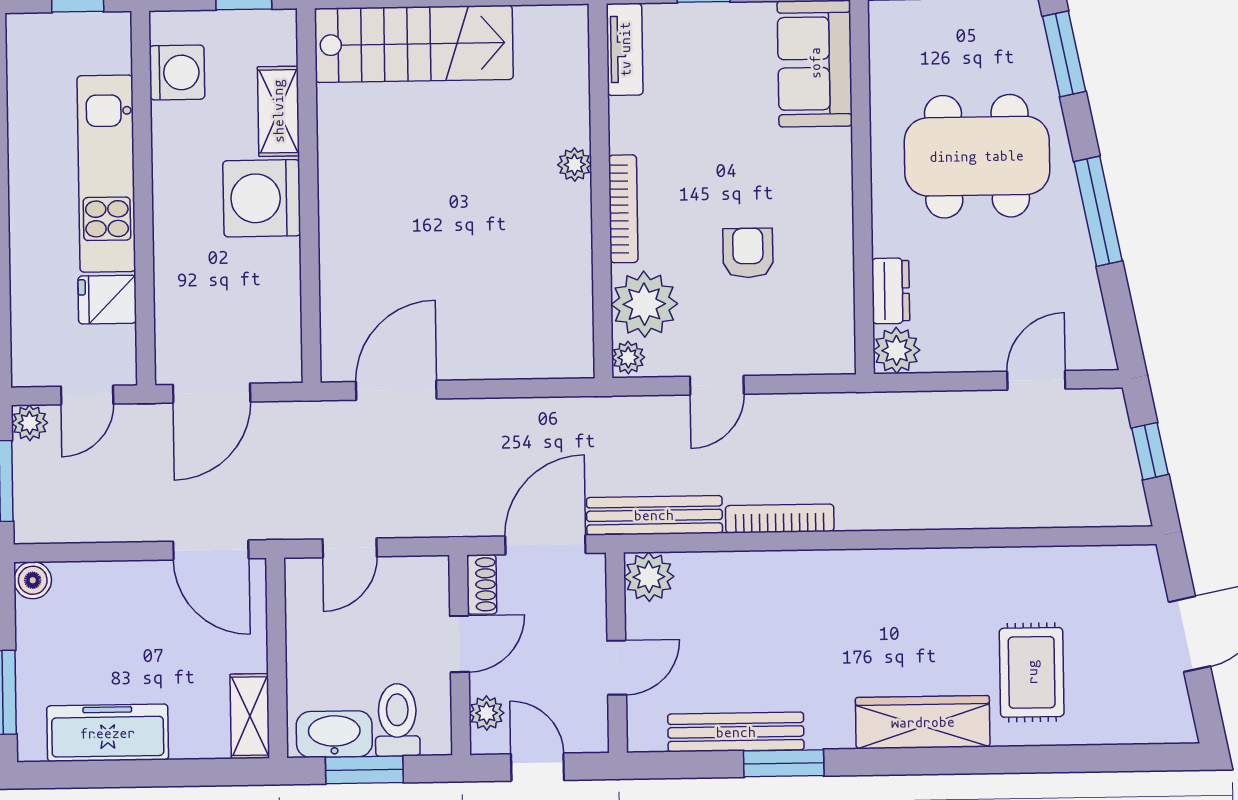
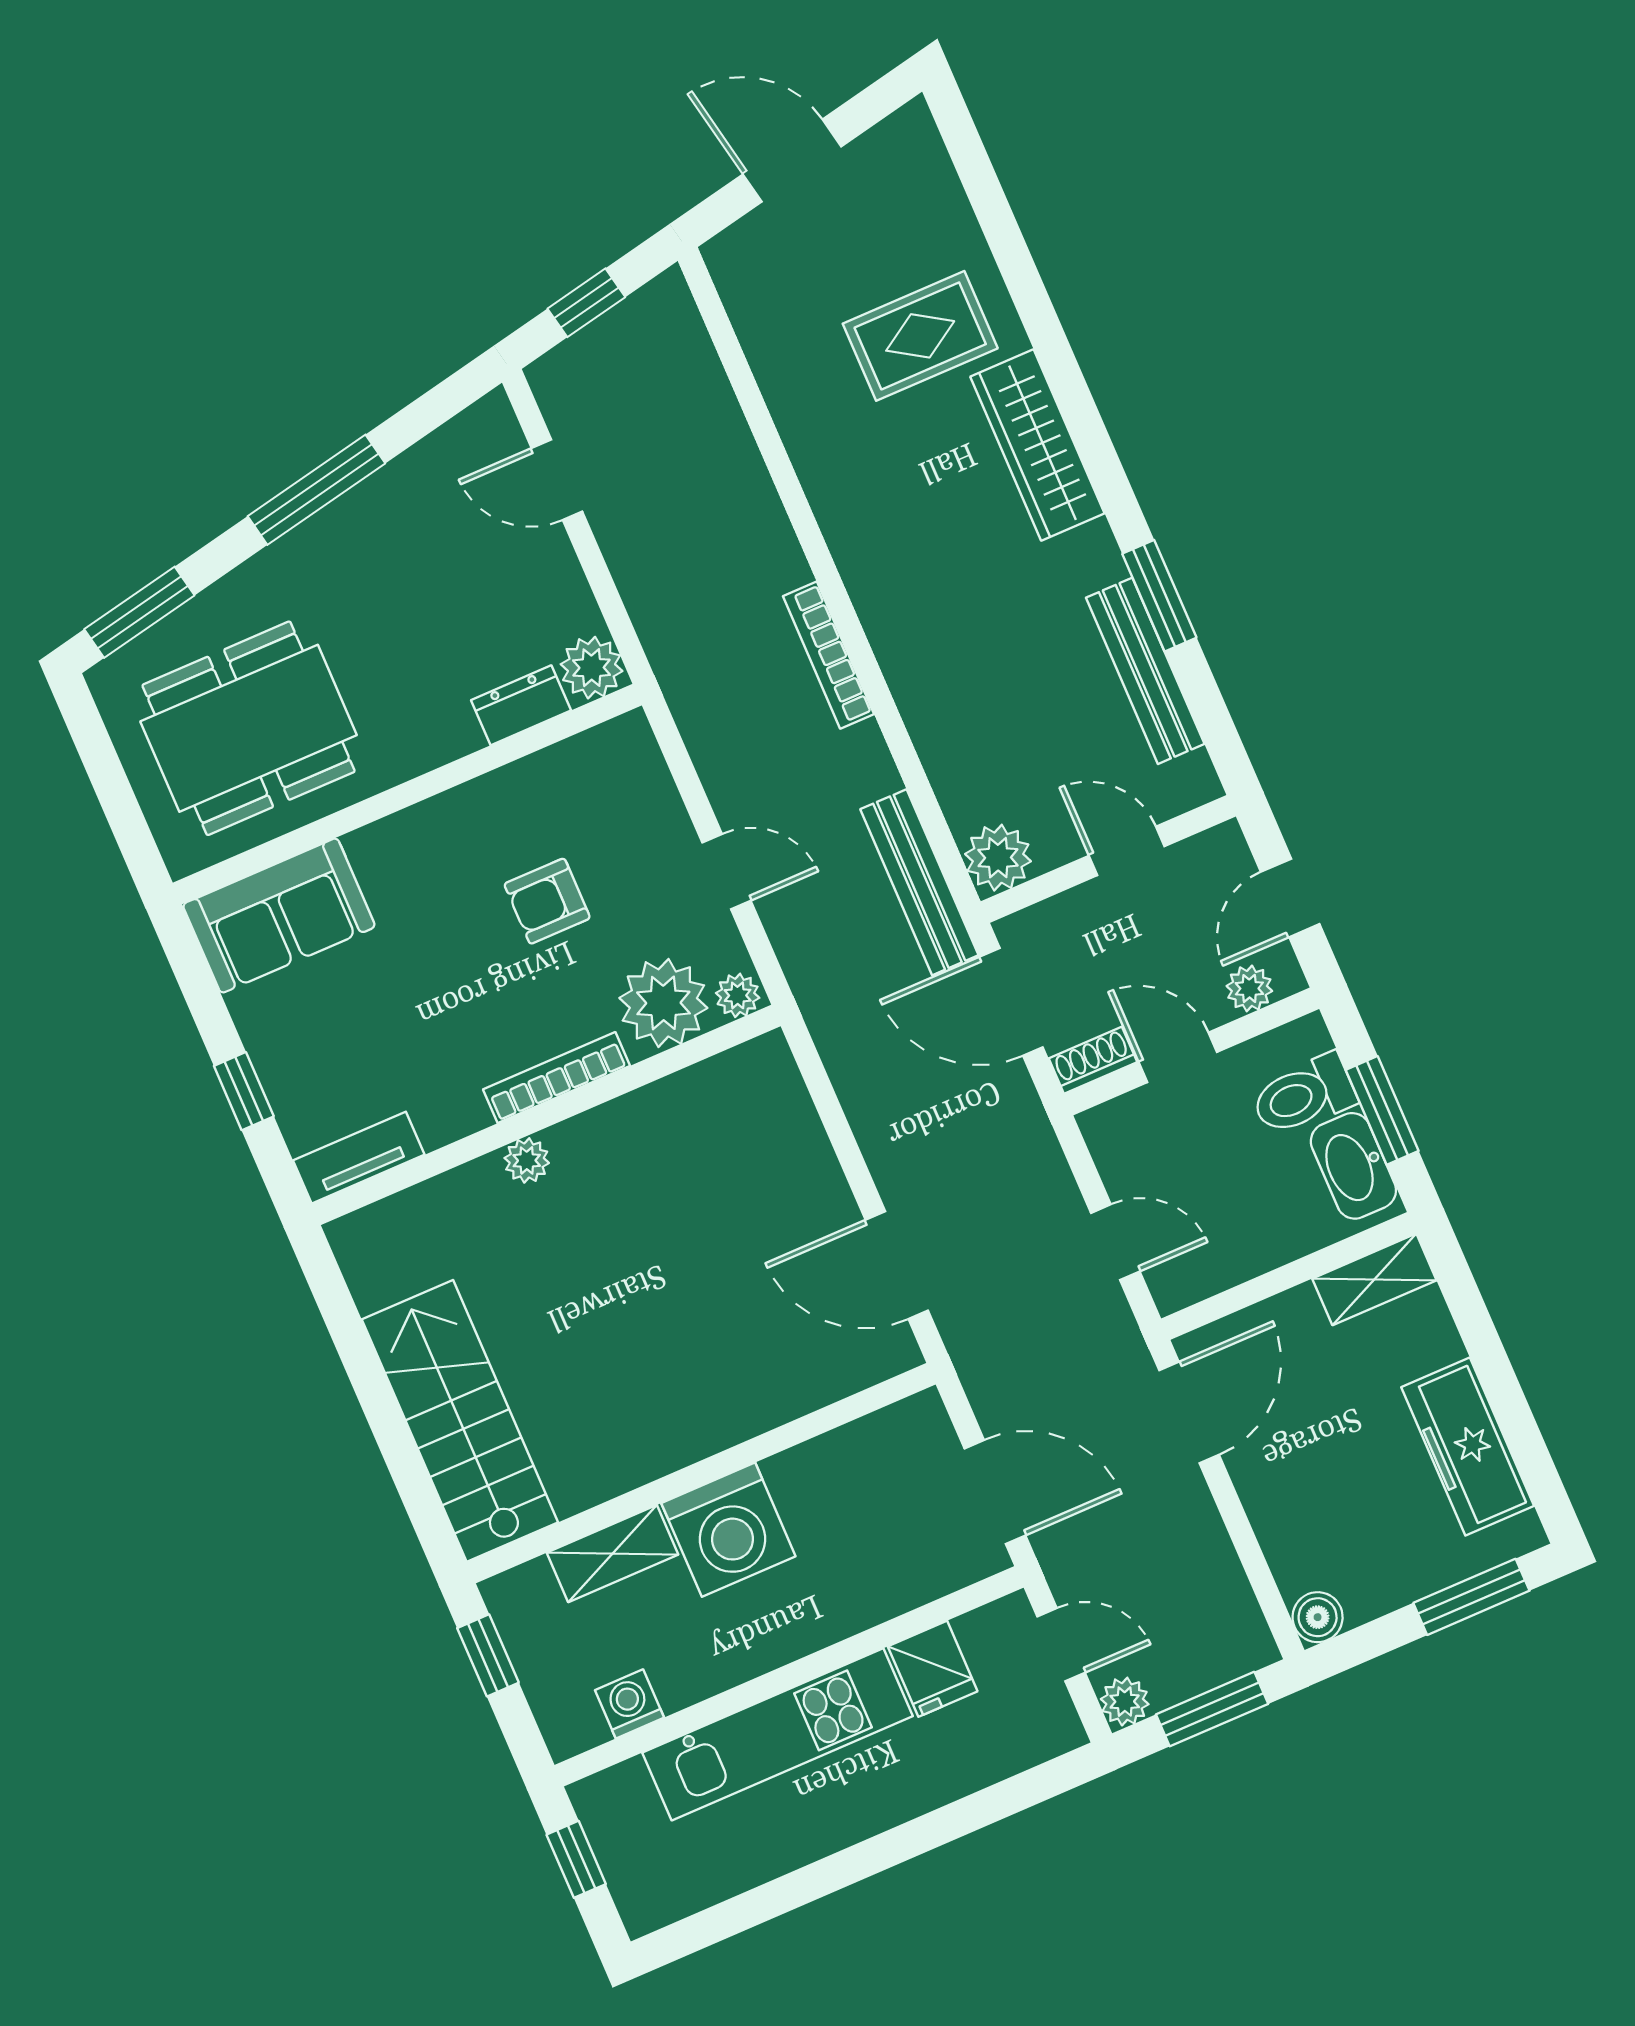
washing machine: (177, 72) -> (629, 1704), width x0.73, depth x0.73
dining table: (977, 156) -> (249, 728), moved, turned 90
bookcase: (780, 519) -> (829, 655), moved

